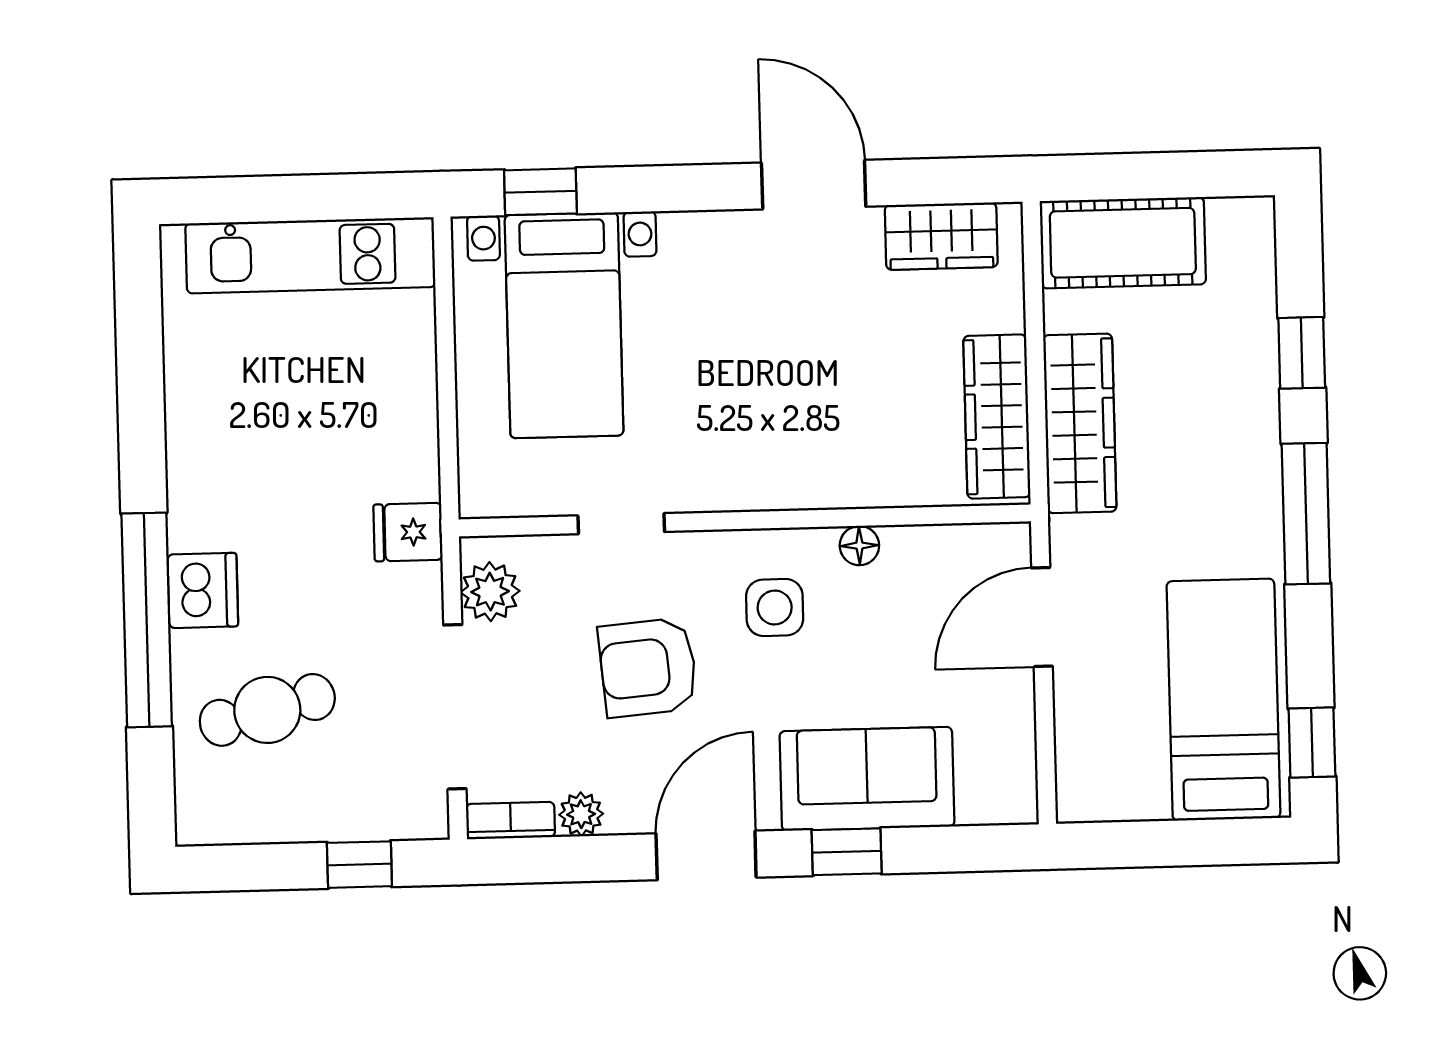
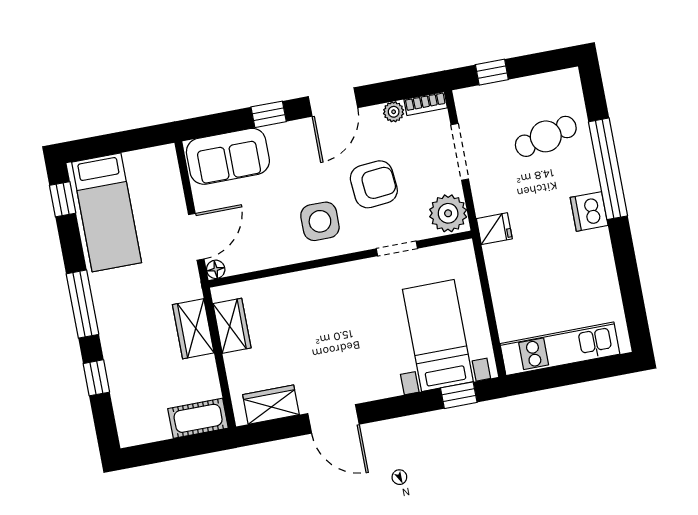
cot: (1123, 243) -> (198, 418), width x0.73, depth x0.75
wardrobe: (997, 417) -> (232, 326), width x0.67
wardrobe: (1080, 423) -> (193, 329), width x0.67
floor lamp: (859, 546) -> (216, 269), moved
dishwasher: (203, 590) -> (589, 211), moved
plant: (490, 592) -> (448, 213), width x1.36, depth x1.36
side table: (775, 608) -> (320, 221), width x1.37, depth x1.37
doorway: (455, 707) -> (460, 152), width x0.73
sofa: (867, 779) -> (228, 156), moved

